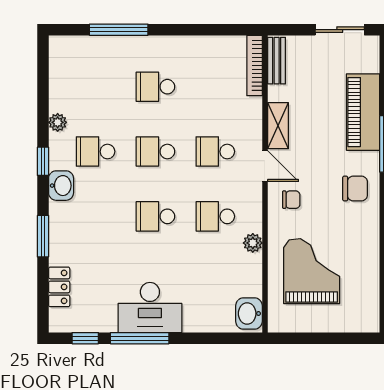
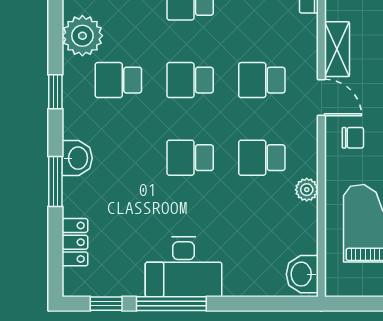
plant: (58, 122) -> (82, 36), width x1.87, depth x1.87
washbasin: (61, 186) -> (77, 158), moved

